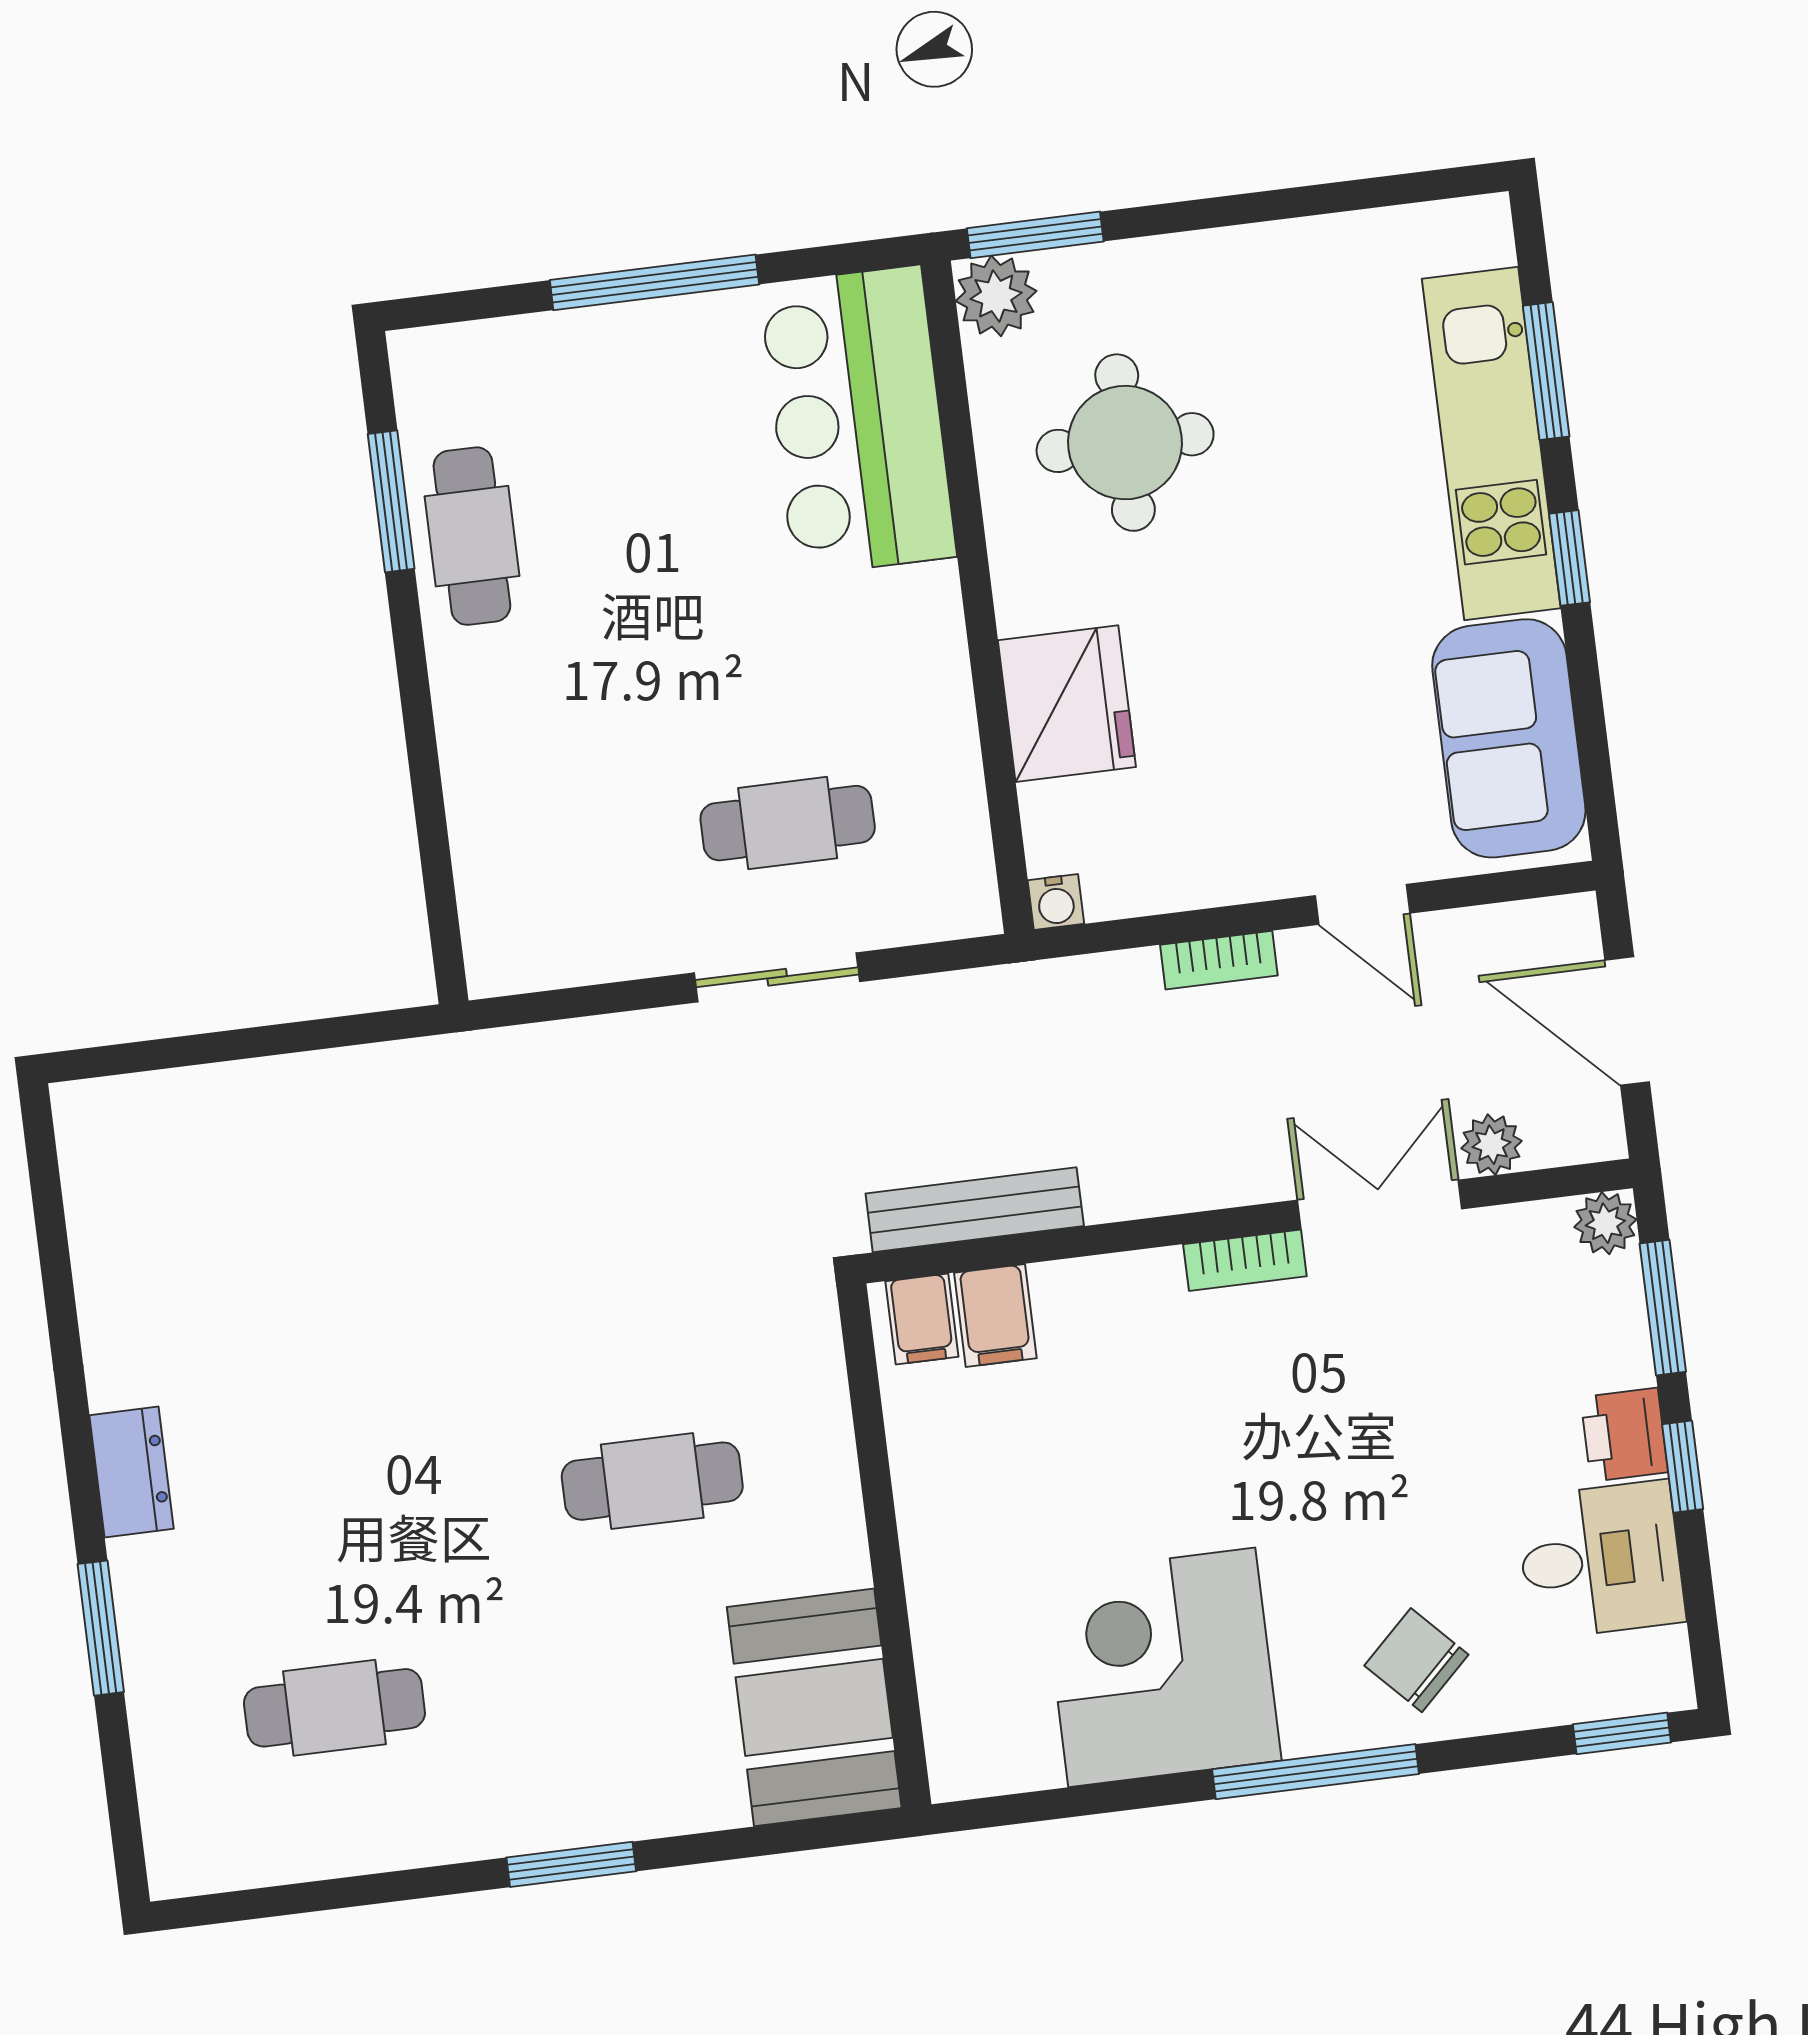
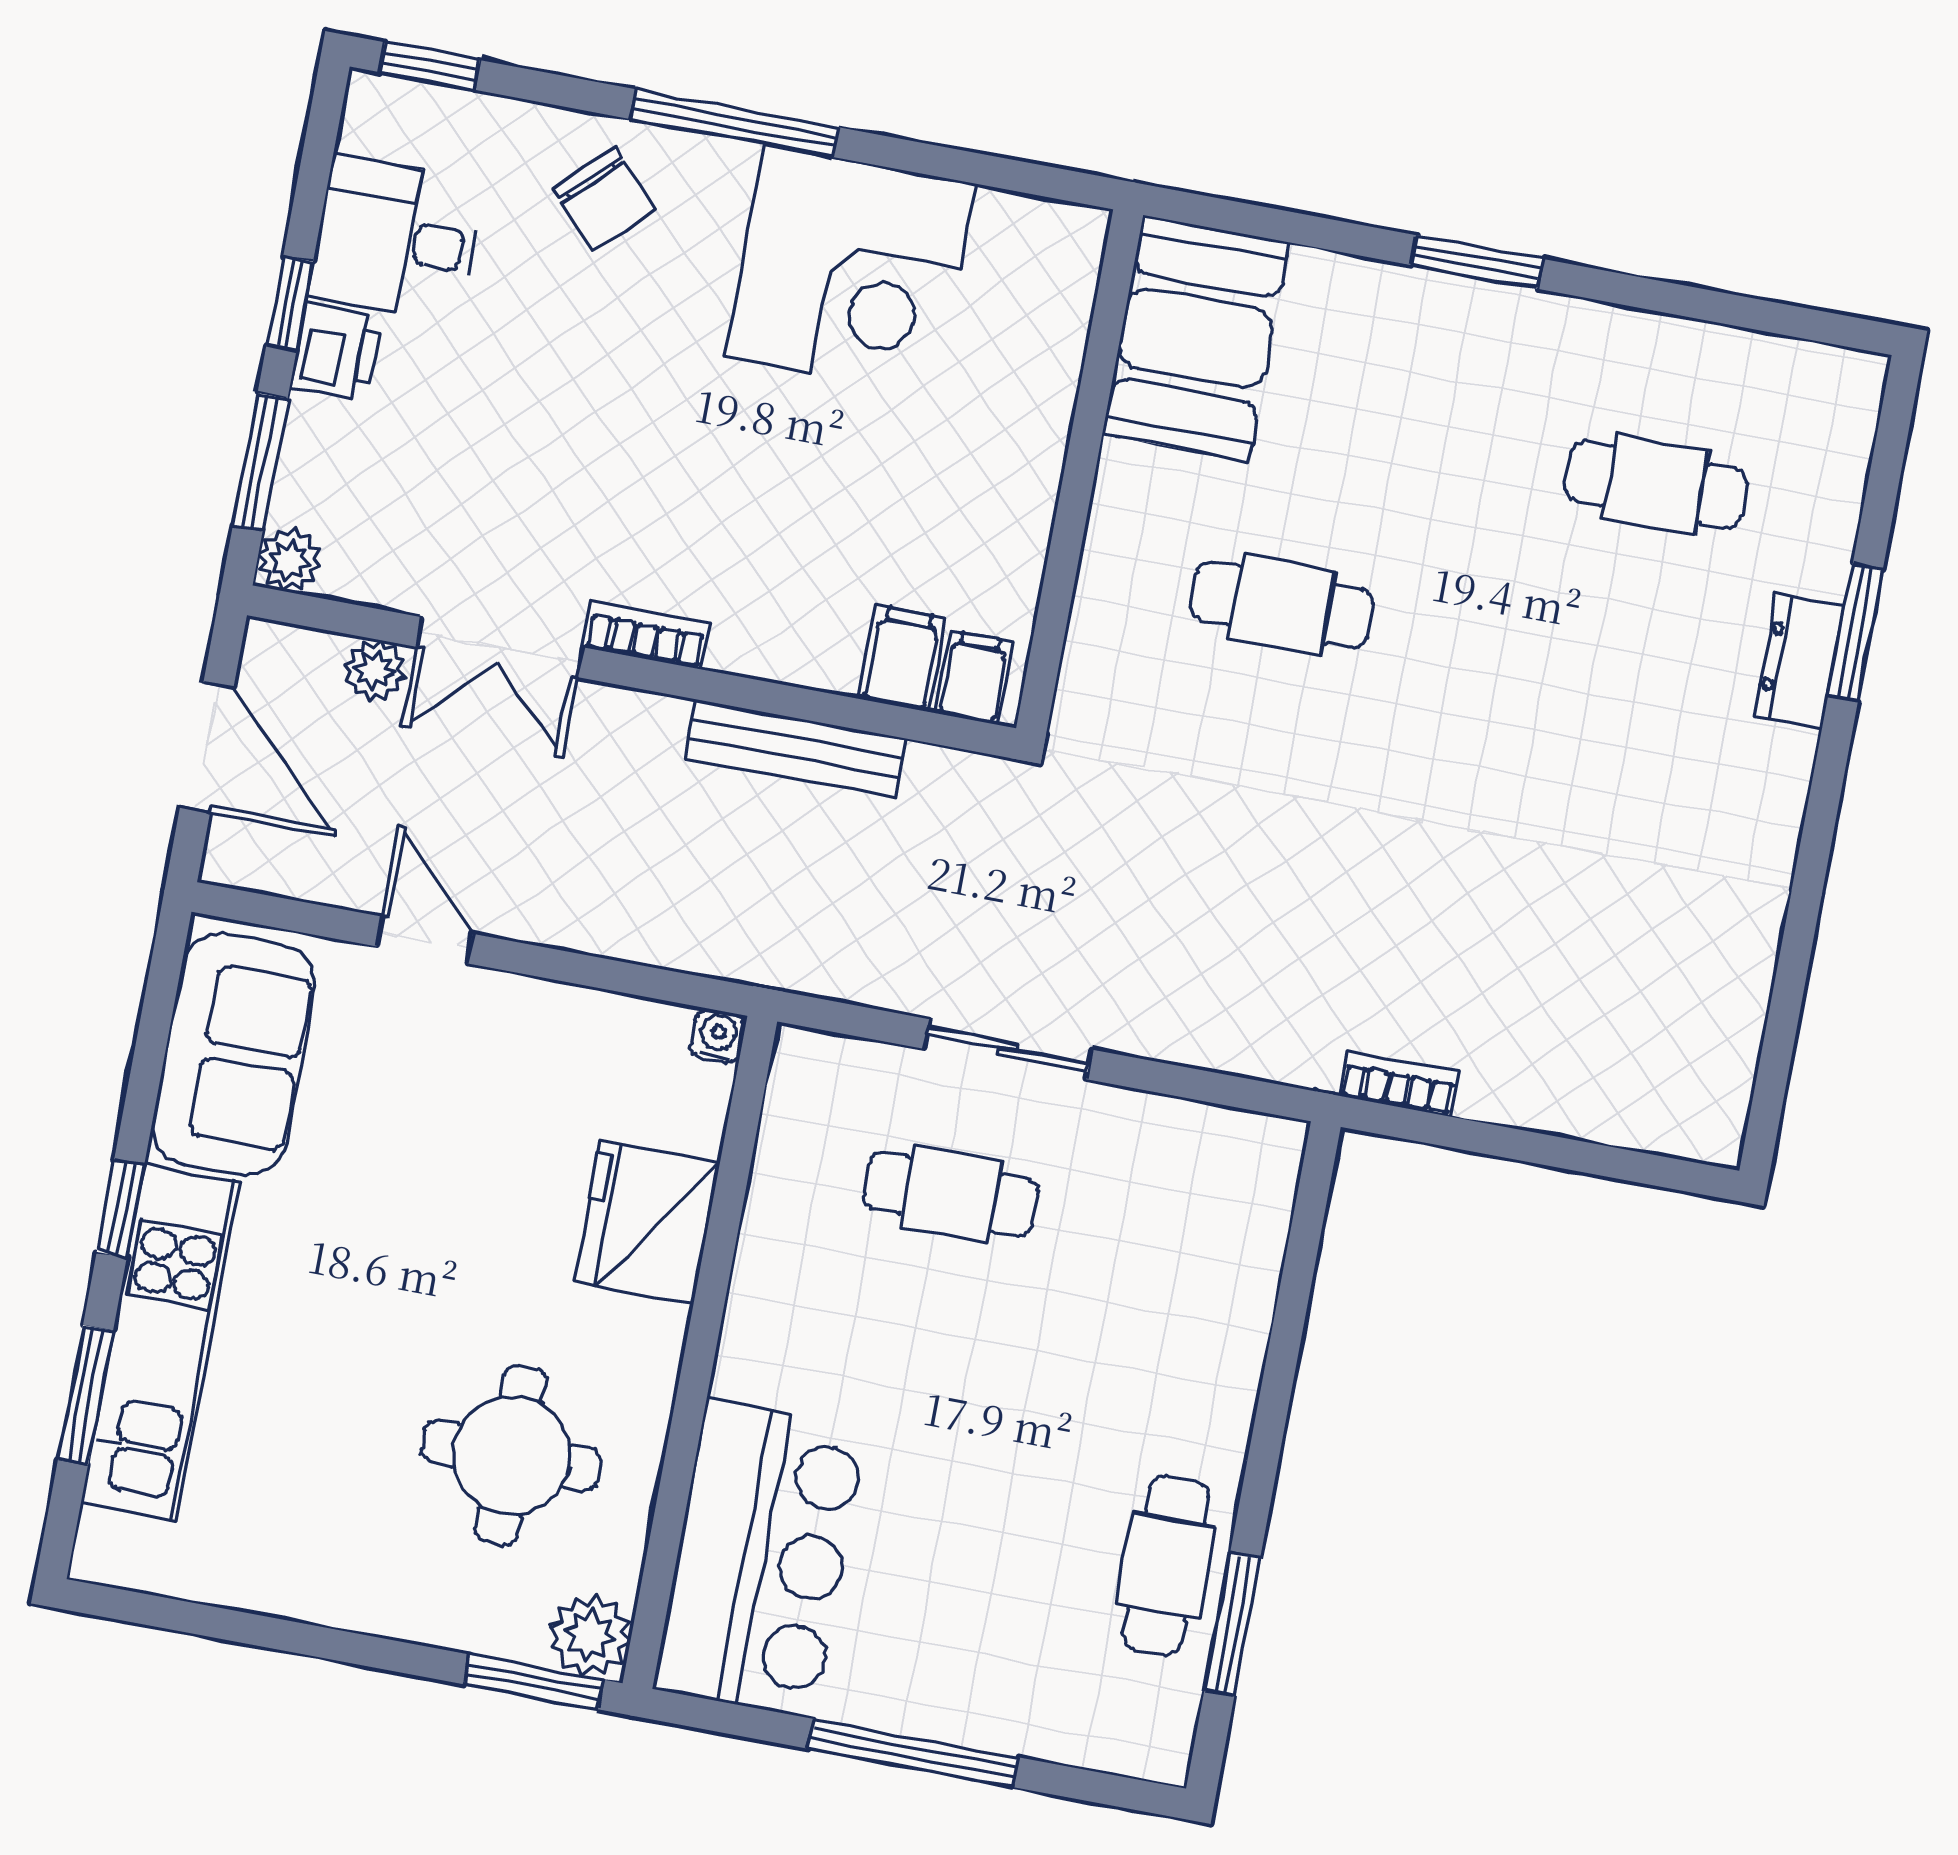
bookcase: (1219, 960) -> (1399, 1084), moved
bench: (975, 1210) -> (796, 748), moved
dresser: (131, 1472) -> (1799, 661), moved

